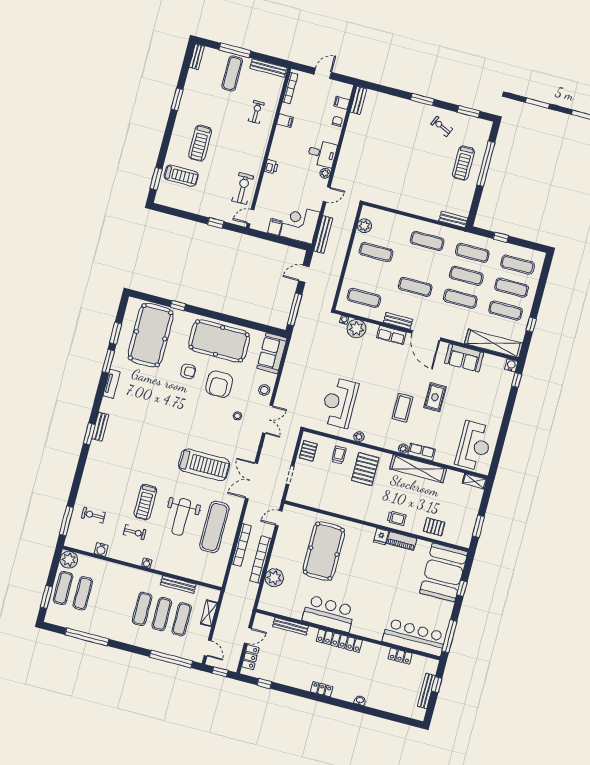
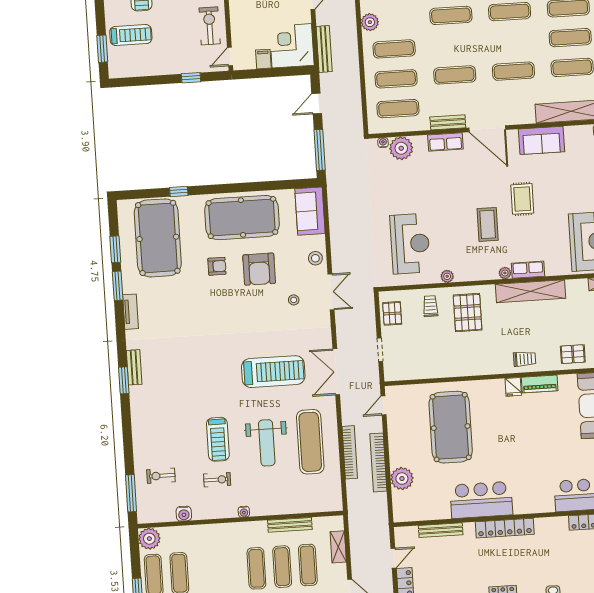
exercise mat: (466, 276) -> (396, 79), moved
reception desk: (339, 403) -> (410, 244), turned 180

